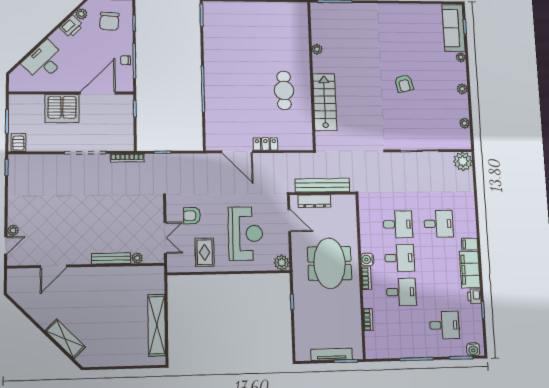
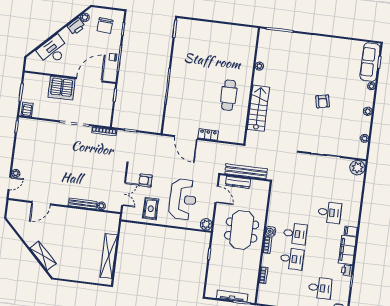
desk: (398, 224) -> (298, 208), removed

